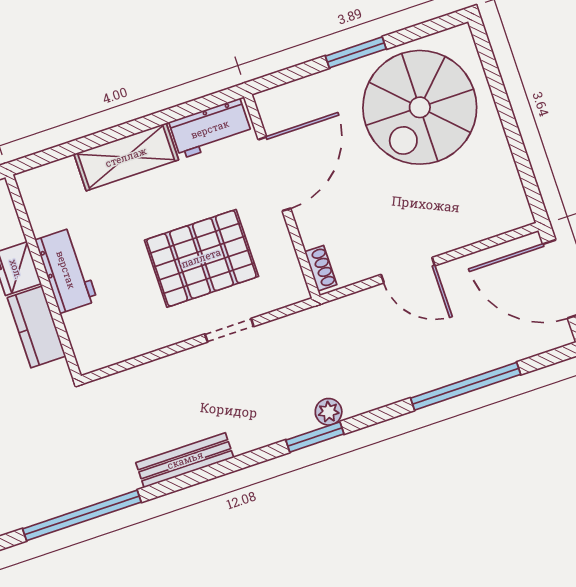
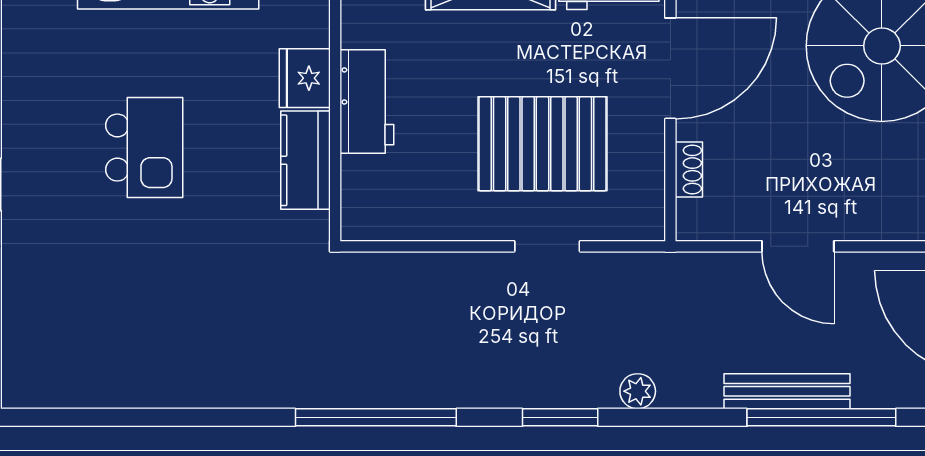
shoe rack: (321, 268) -> (689, 169), moved
window: (315, 437) -> (560, 417), moved
bench: (185, 460) -> (787, 391), moved
window: (82, 515) -> (376, 417), moved

